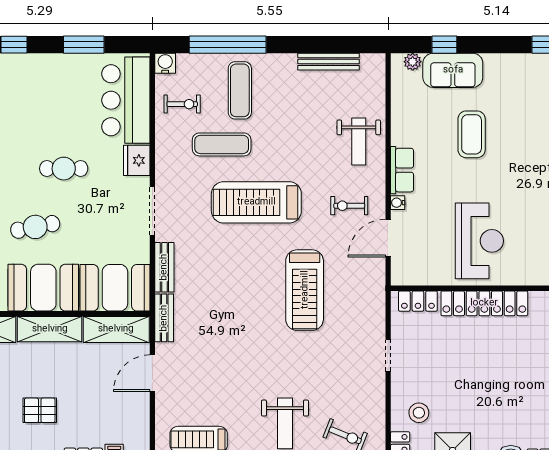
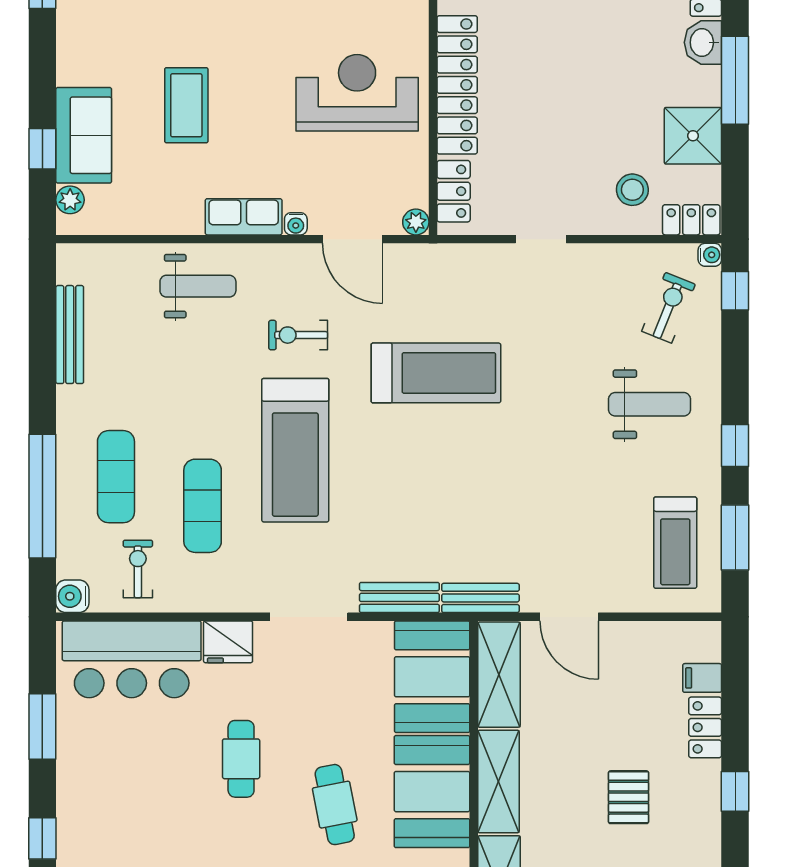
exercise mat: (240, 90) -> (116, 477), turned 90
coffee table: (472, 134) -> (186, 105), turned 90
exercise bike: (349, 206) -> (298, 335), moved, turned 90
plant: (399, 278) -> (416, 222), added

